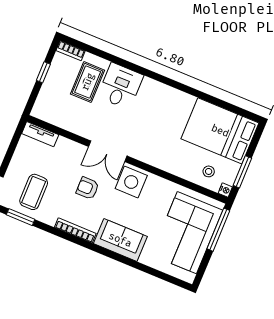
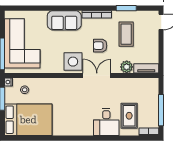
window: (43, 72) -> (161, 110), width x2.17
plant: (65, 146) -> (127, 67), added
armchair: (88, 188) -> (100, 46), turned 180
coffee table: (34, 192) -> (126, 34), moved
window: (21, 217) -> (126, 8), moved

